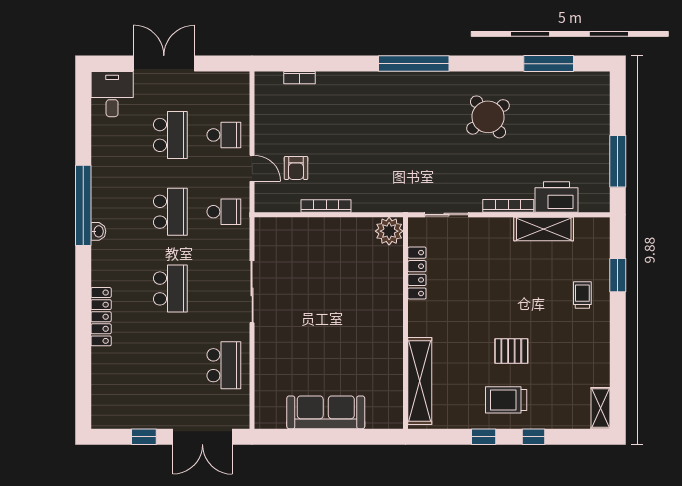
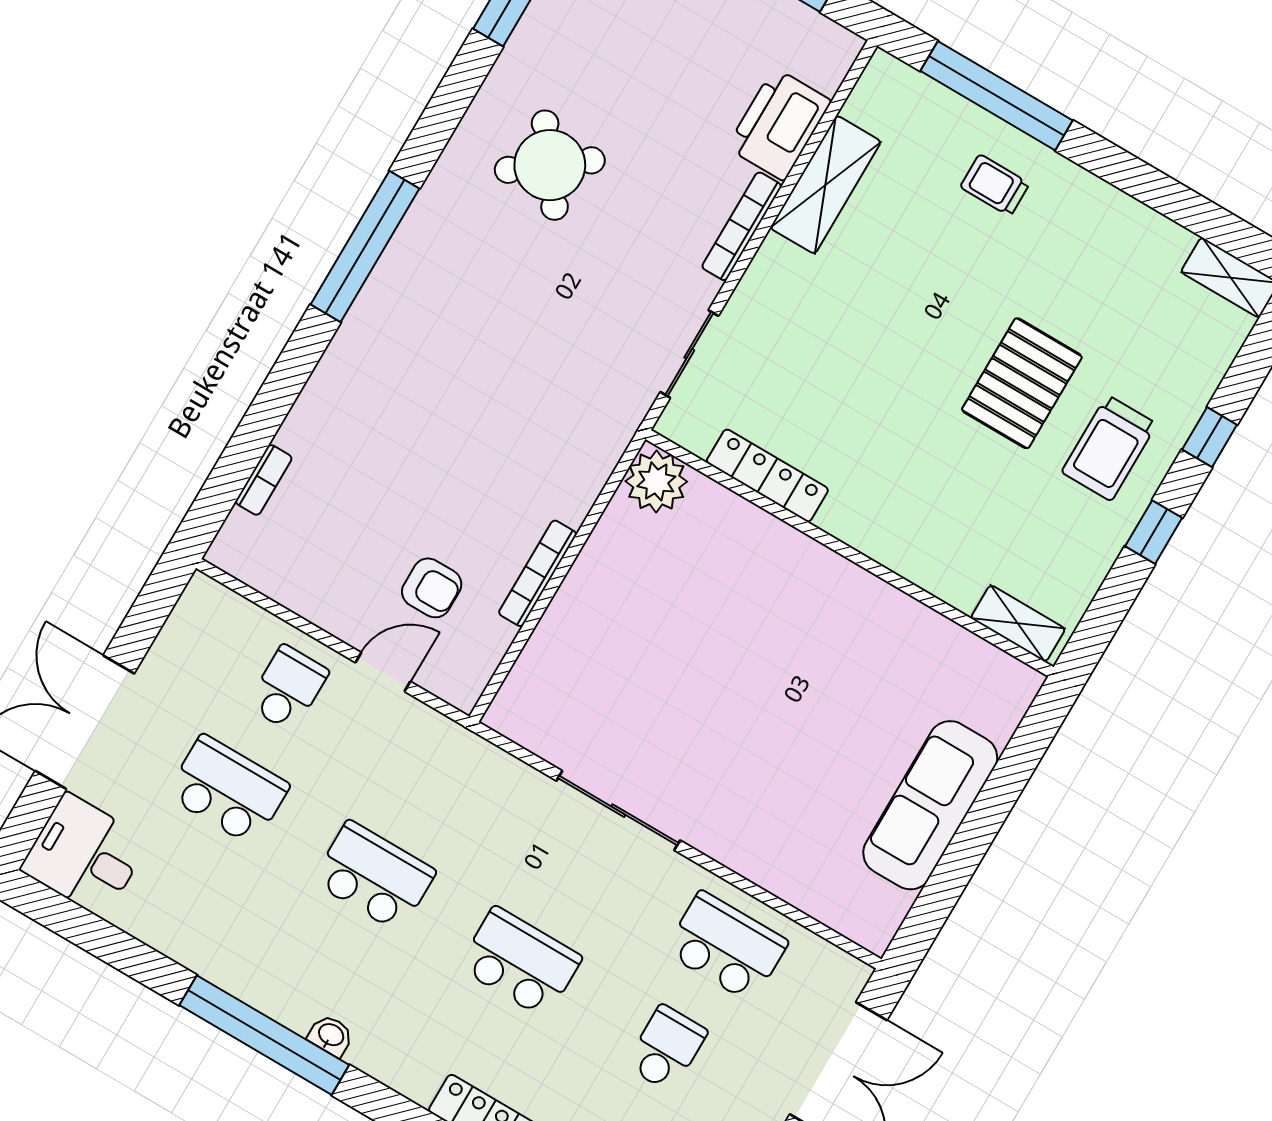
school desk: (224, 212) -> (666, 1048), moved
window: (618, 275) -> (997, 96), width x2.11
pallet: (511, 351) -> (1022, 383), width x1.50, depth x1.42
shelving: (420, 381) -> (1018, 623), width x0.45, depth x0.75

